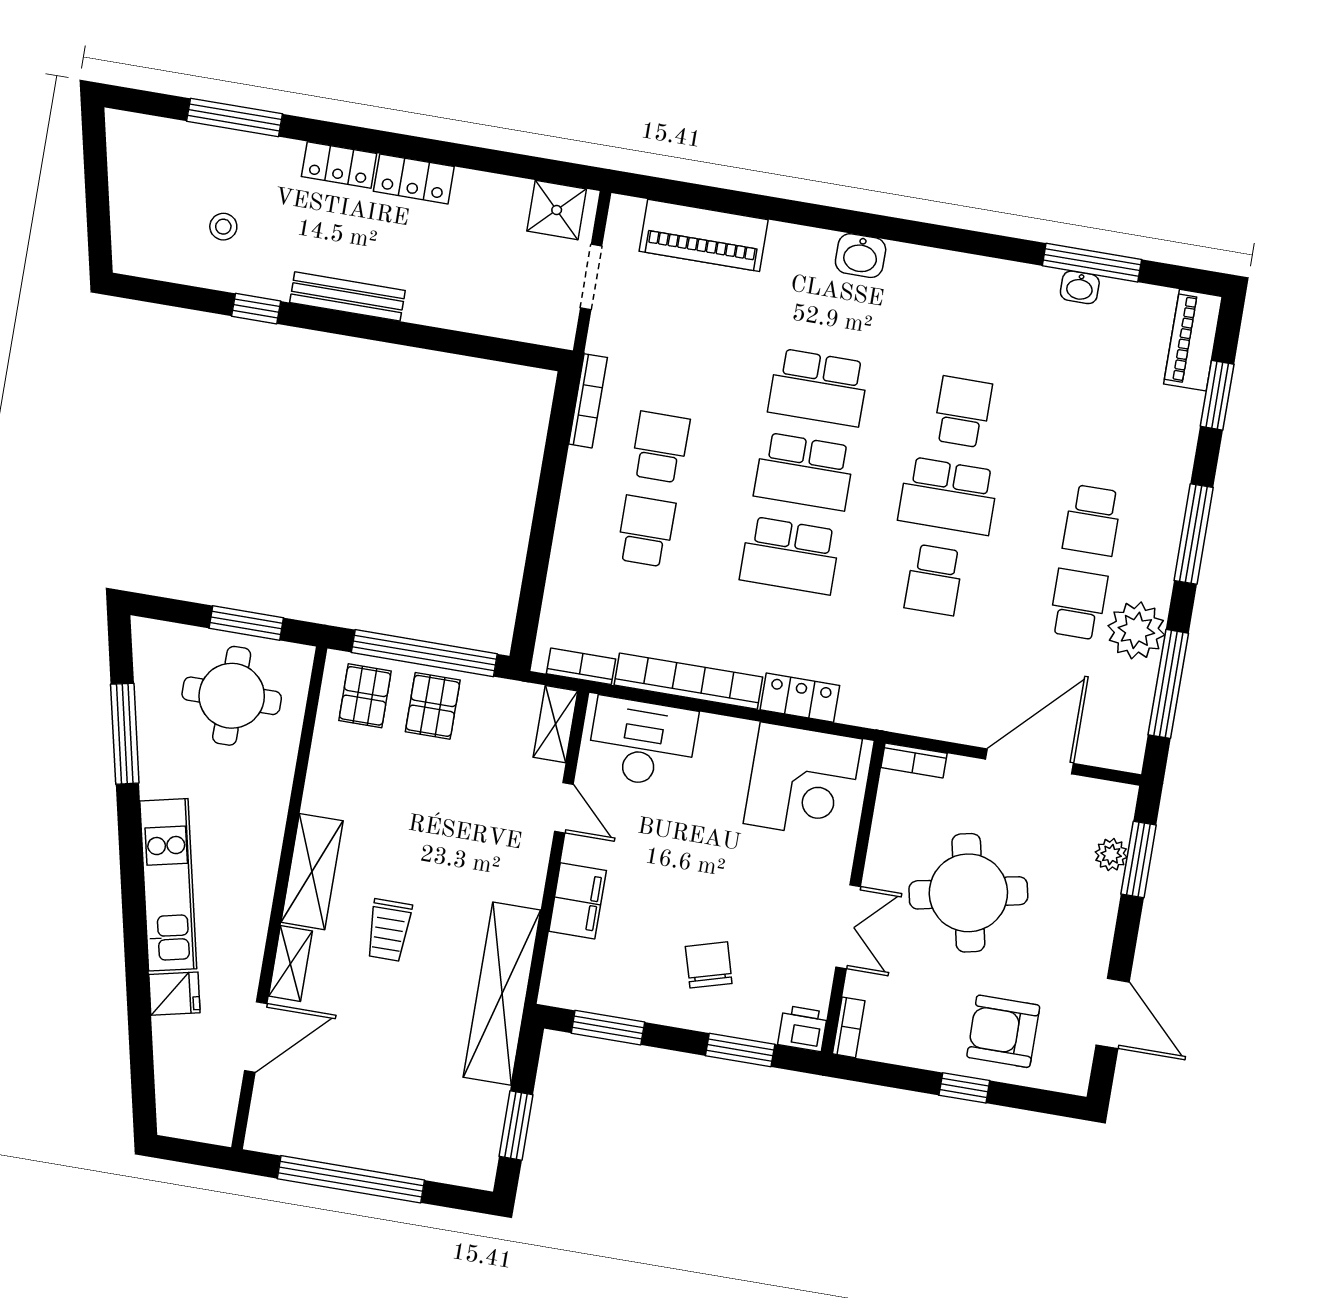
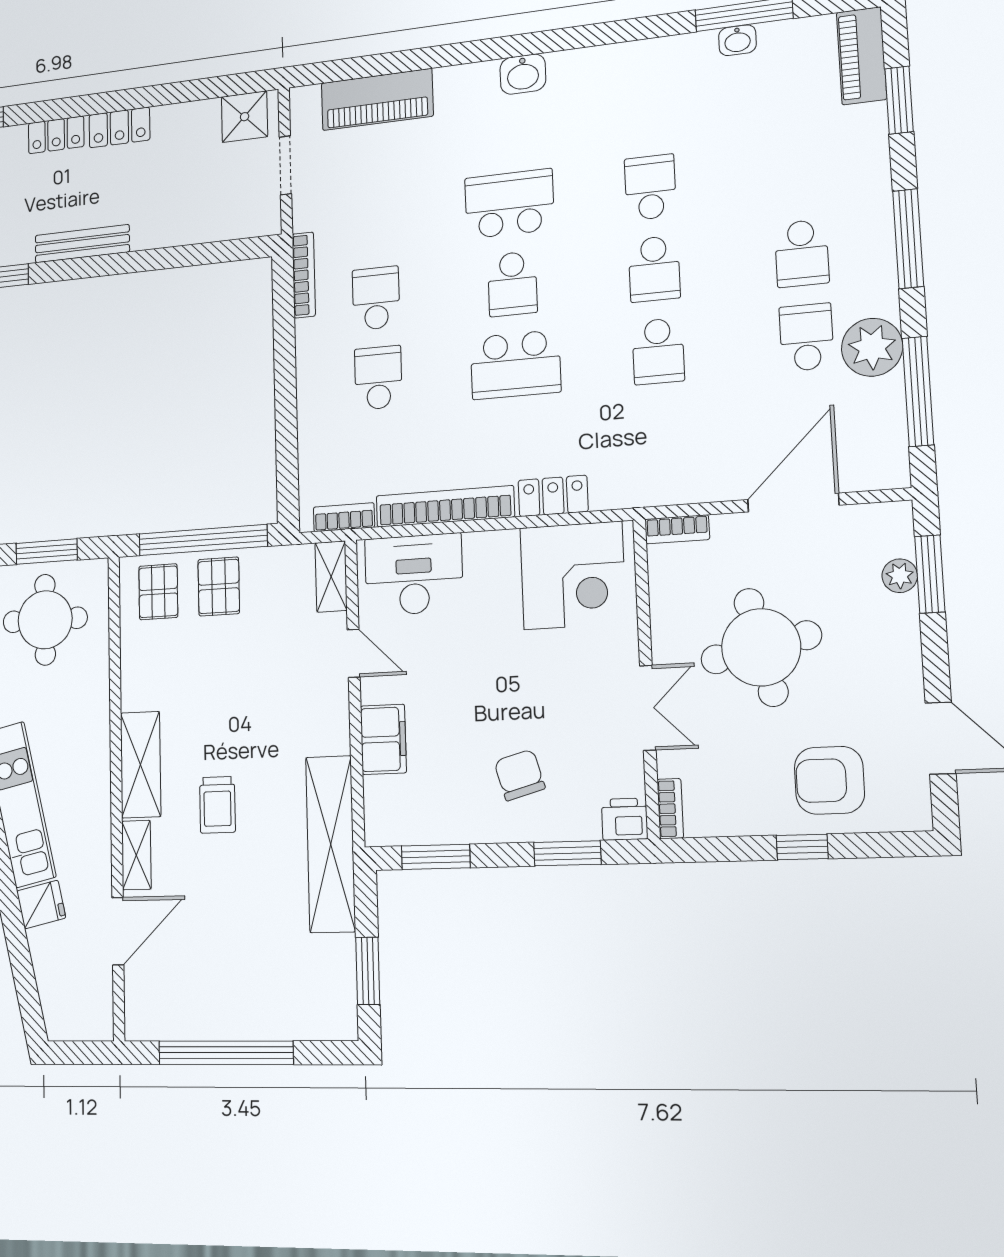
school desk: (818, 388) -> (509, 204), turned 180
school desk: (804, 471) -> (512, 284), width x0.54
school desk: (948, 496) -> (654, 269), width x0.54

